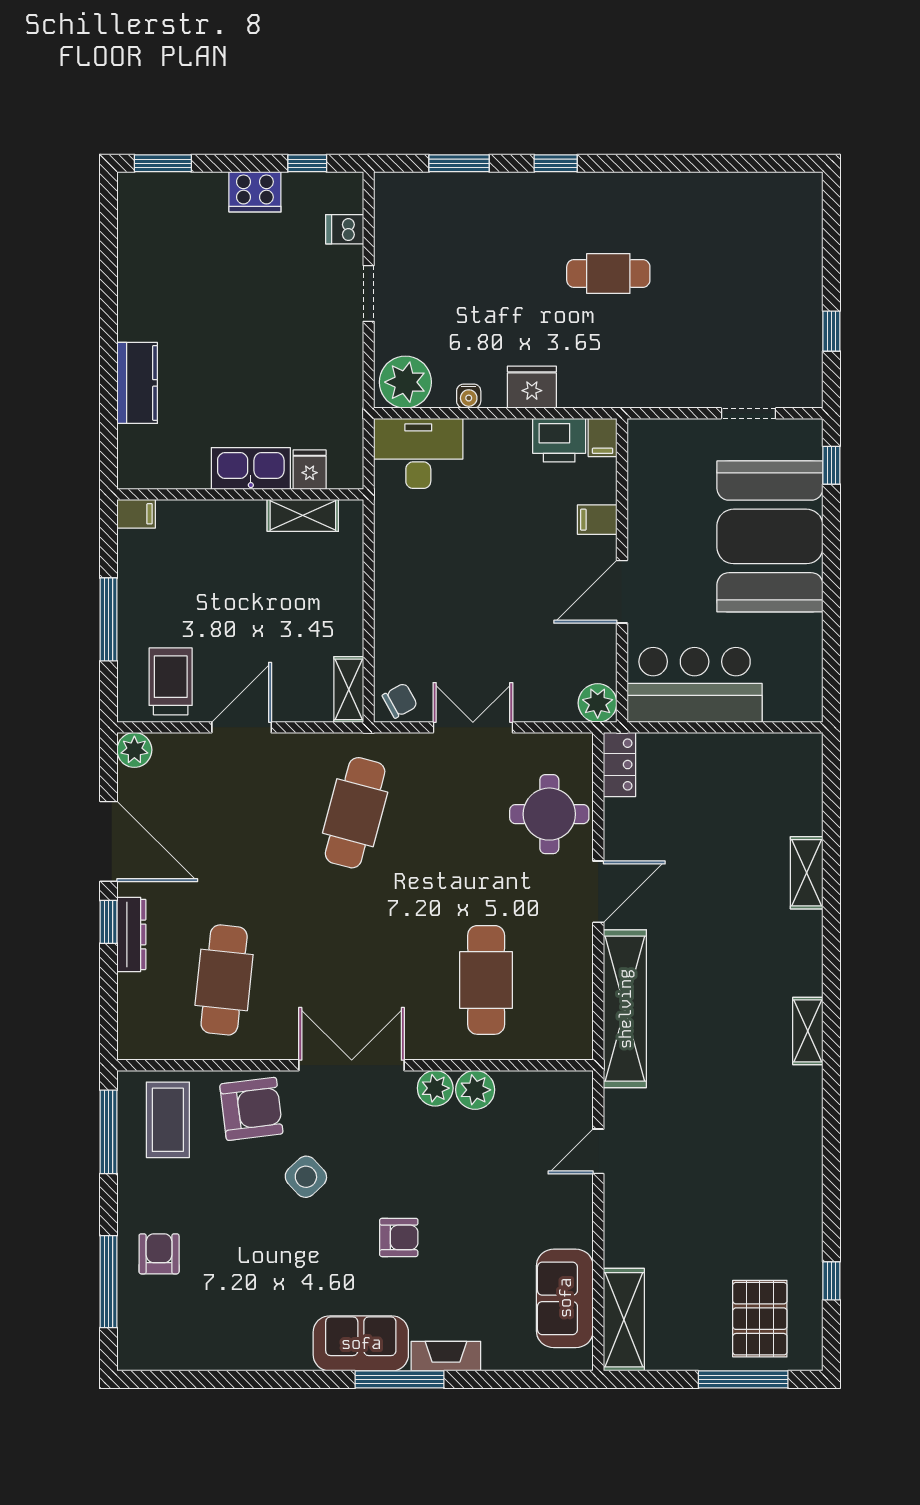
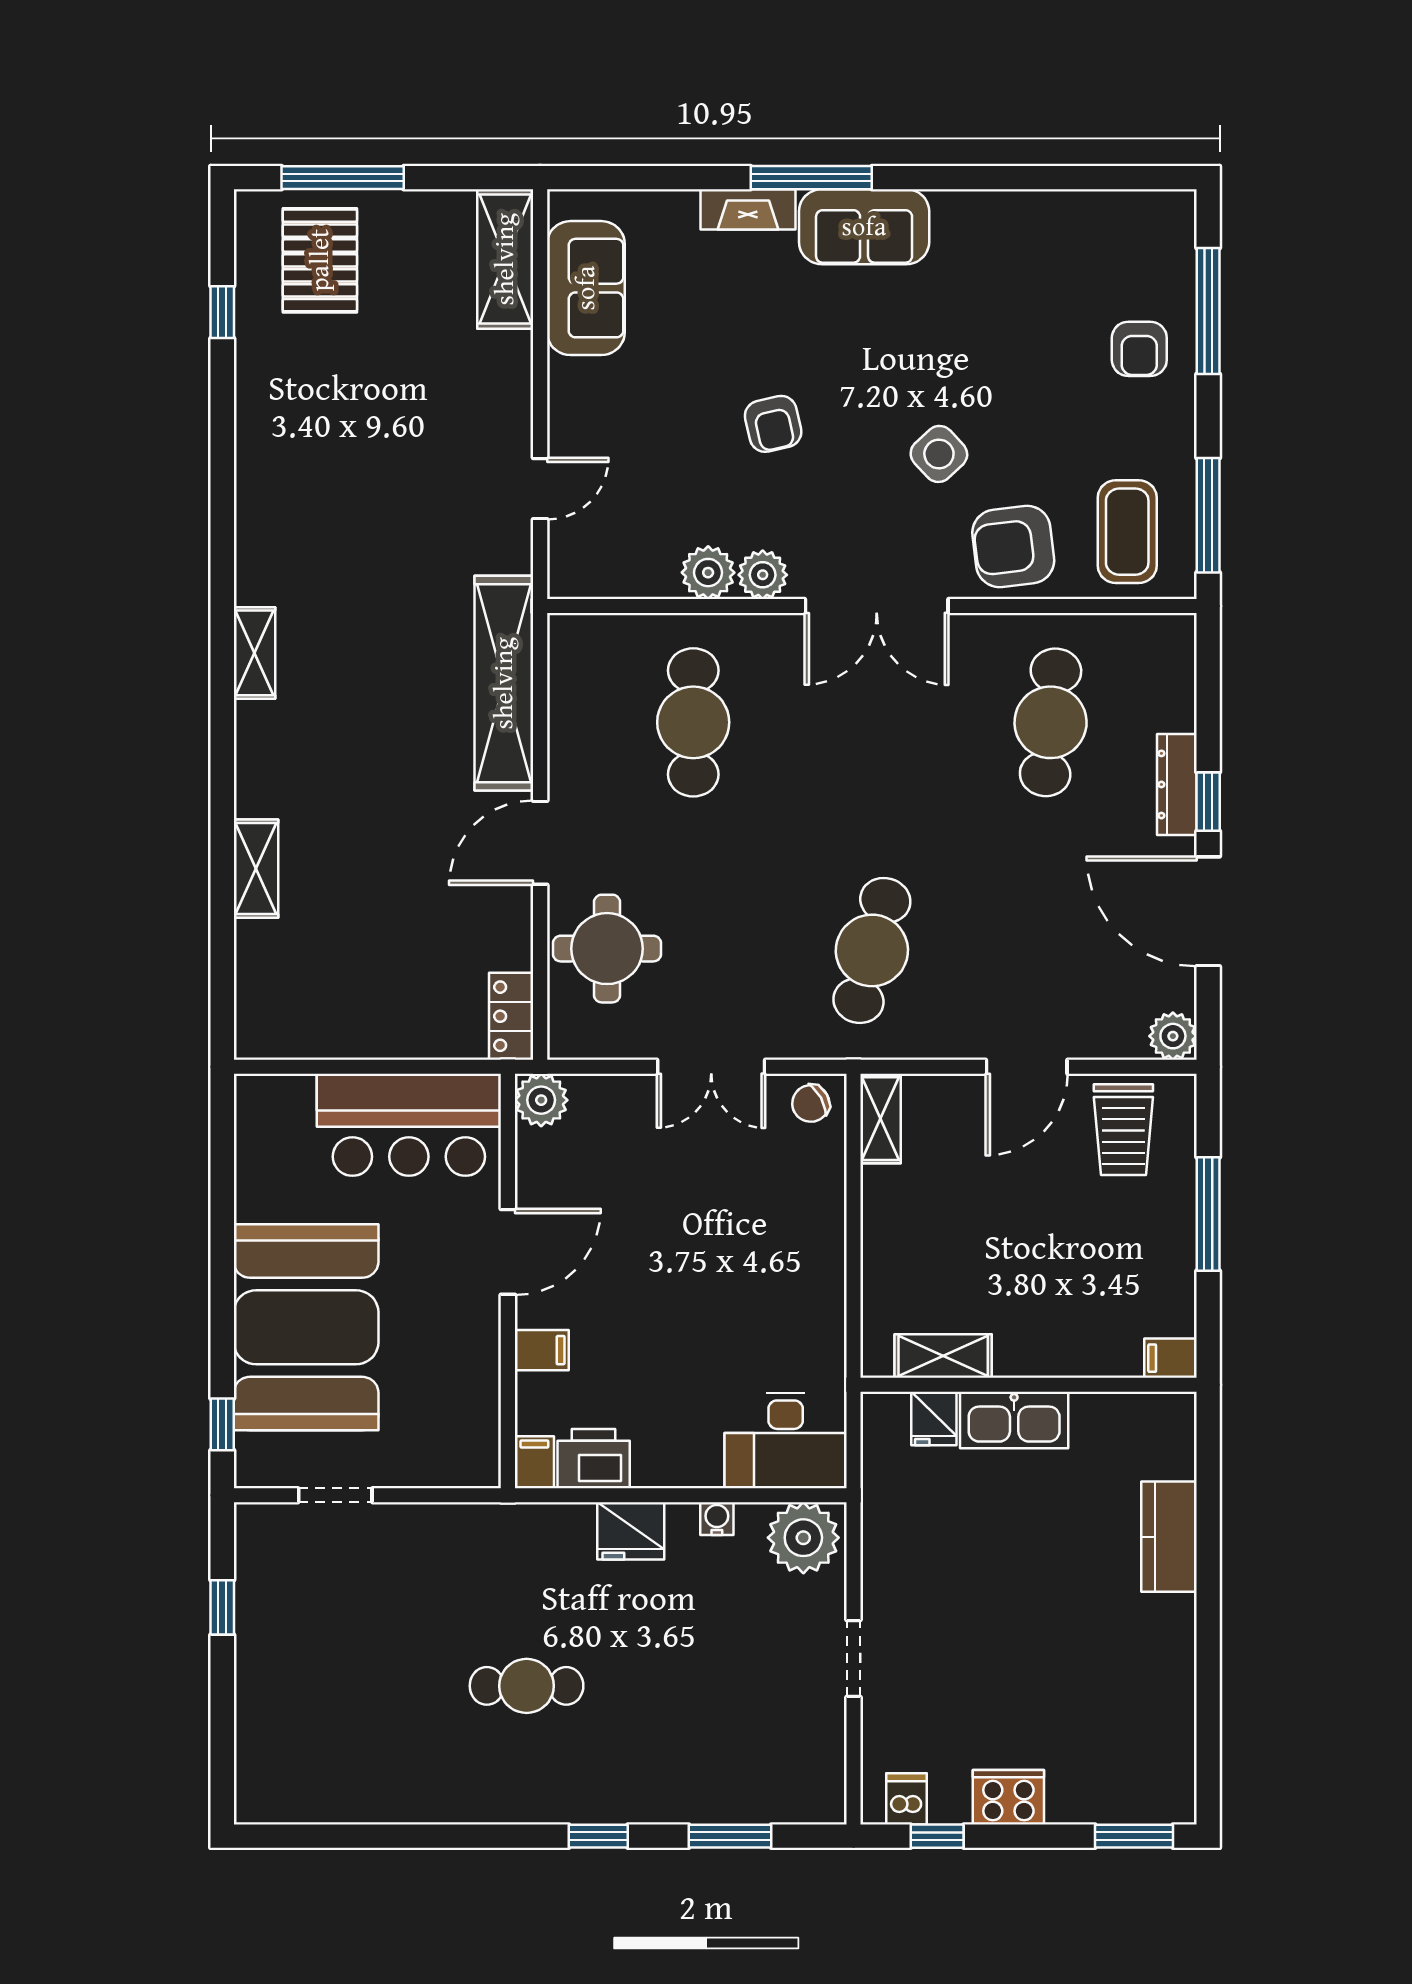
dishwasher: (345, 229) -> (906, 1799), moved, turned -90
armchair: (399, 1237) -> (773, 424), moved, turned -103

